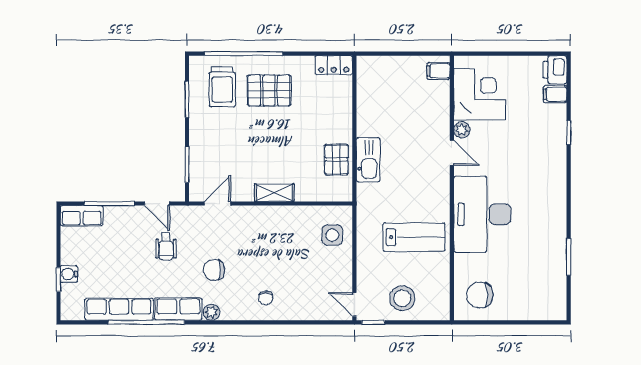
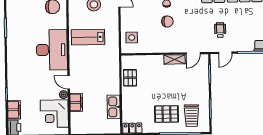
filing cabinet: (438, 71) -> (76, 102), moved, width x2.00
trolley: (222, 87) -> (192, 116), turned 180
filing cabinet: (555, 94) -> (14, 110), width x2.00
kitchen sink: (368, 160) -> (114, 107), moved
shelving: (274, 193) -> (174, 59), moved
door: (157, 204) -> (225, 53), swing flipped
chair: (214, 270) -> (167, 21), moved

